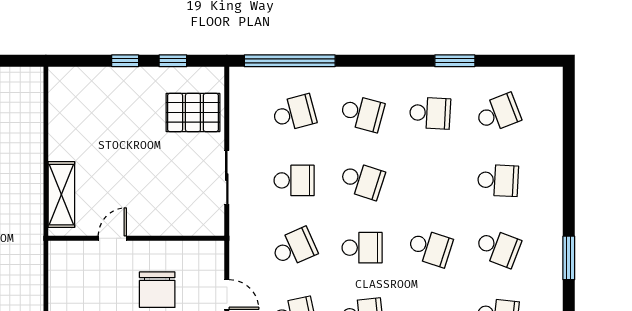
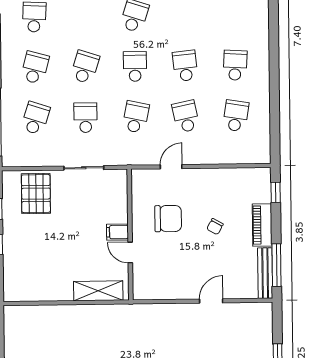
school desk: (294, 113) -> (35, 118), turned 33
filing cabinet: (140, 221) -> (117, 232), added
school desk: (294, 248) -> (136, 117), turned 36

